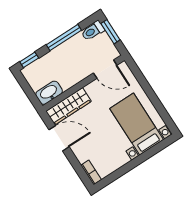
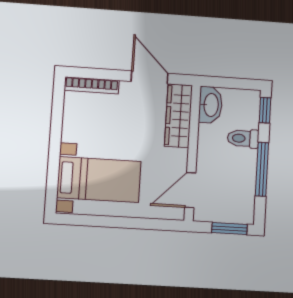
toilet: (93, 31) -> (243, 138), moved, turned -90
door: (59, 138) -> (150, 77), swing flipped
bookcase: (91, 173) -> (92, 85), width x1.56

